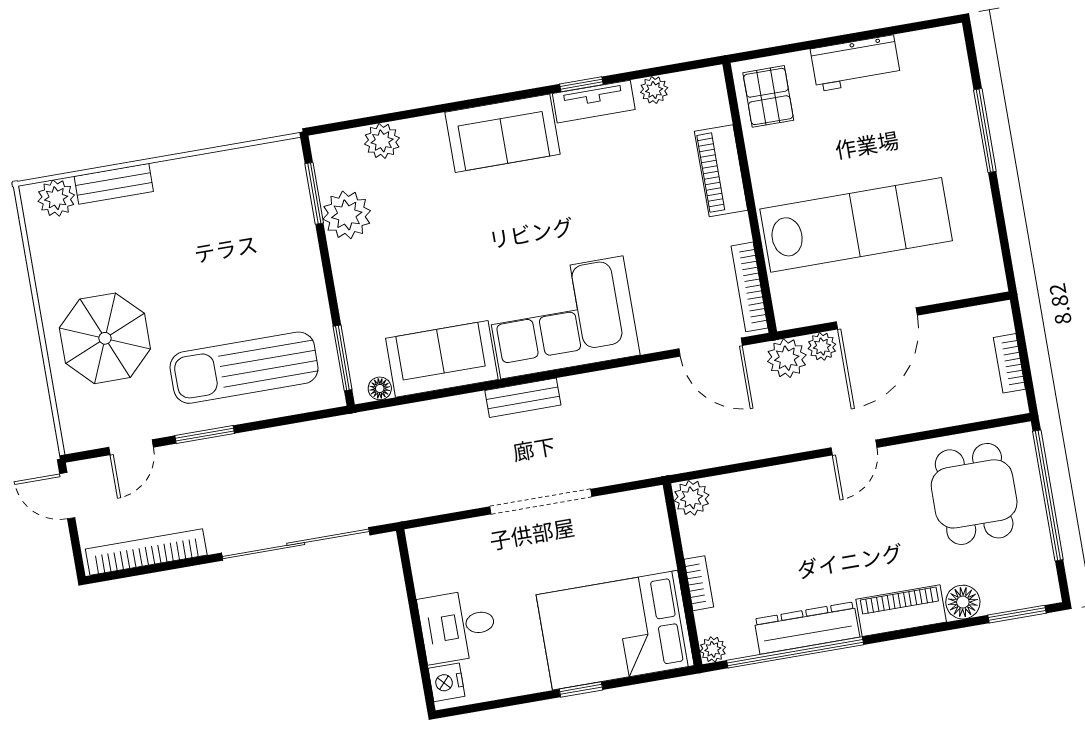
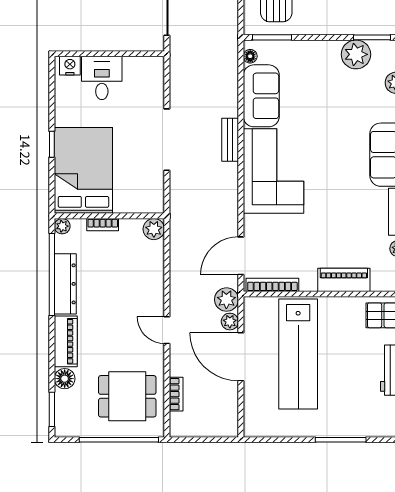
bookcase: (1009, 363) -> (176, 394), moved, turned 90

